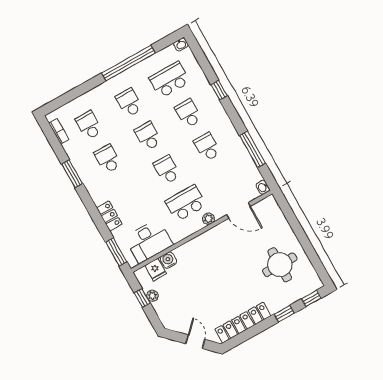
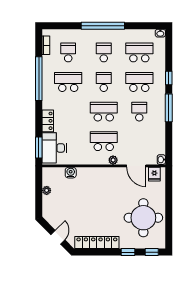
window: (128, 63) -> (103, 26), moved
school desk: (188, 113) -> (139, 82), width x1.85
window: (252, 149) -> (169, 108), moved
school desk: (108, 159) -> (68, 82), width x1.85
school desk: (167, 170) -> (104, 112), width x1.85
window: (72, 174) -> (39, 79), width x2.11
desk: (149, 241) -> (54, 148), moved, turned 90
round table: (280, 265) -> (143, 218), width x1.36, depth x1.36
fridge: (156, 270) -> (154, 174), moved
window: (142, 298) -> (39, 188), removed

